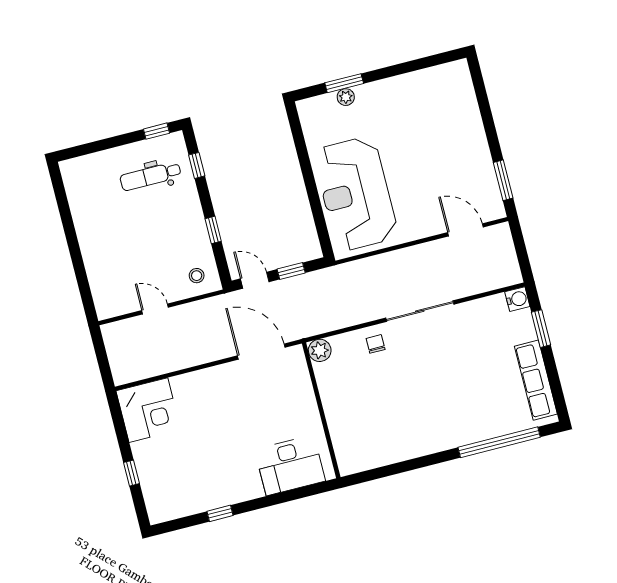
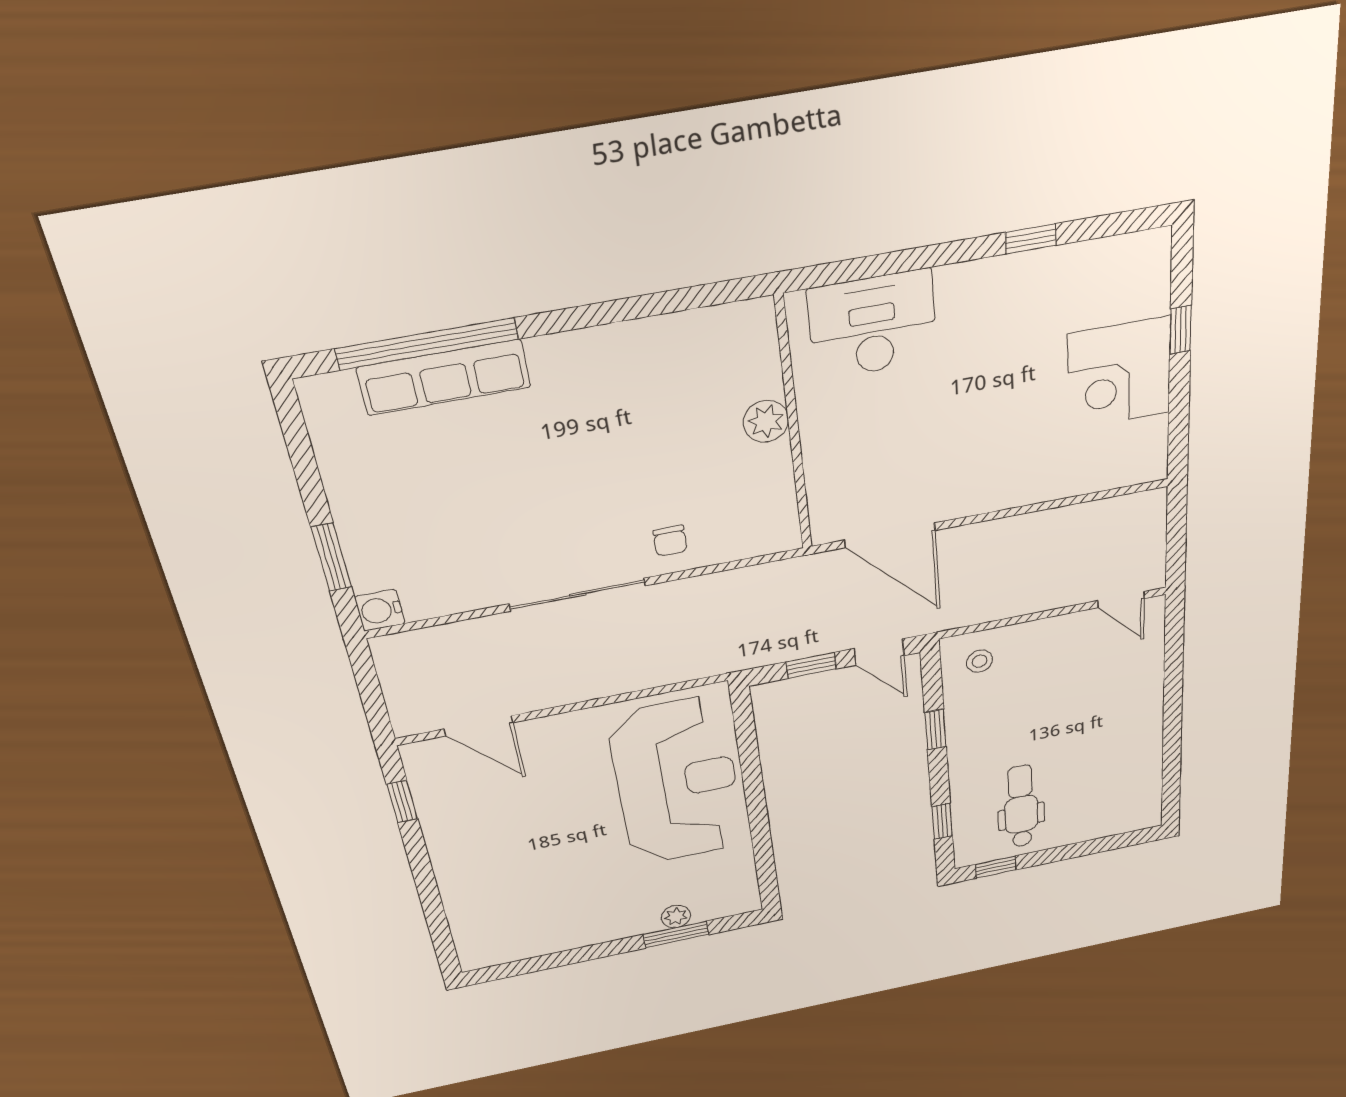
dental chair: (151, 176) -> (1021, 806), turned -90
window: (503, 180) -> (402, 802), width x0.67
door: (155, 309) -> (1121, 600), moved
plant: (320, 350) -> (766, 421), moved
row of seats: (536, 380) -> (444, 377), moved, turned 90
corner desk: (148, 410) -> (1119, 374), moved, turned -90

